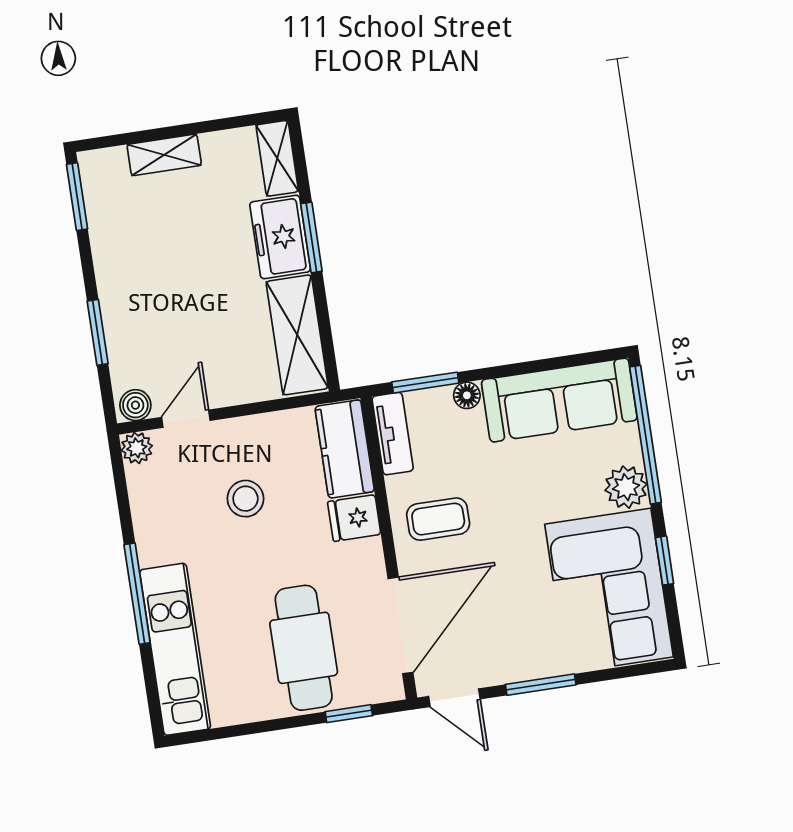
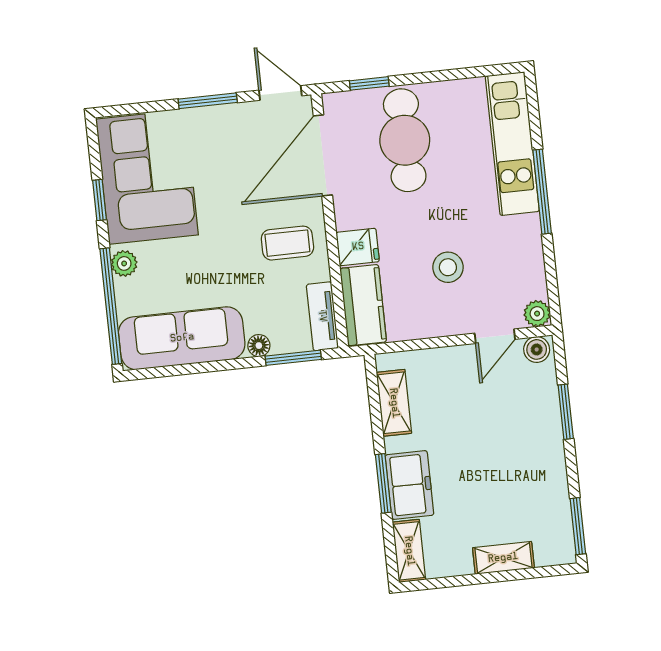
shelving: (297, 335) -> (394, 403), width x0.67, depth x0.75
plant: (626, 487) -> (124, 263), width x0.73, depth x0.73

